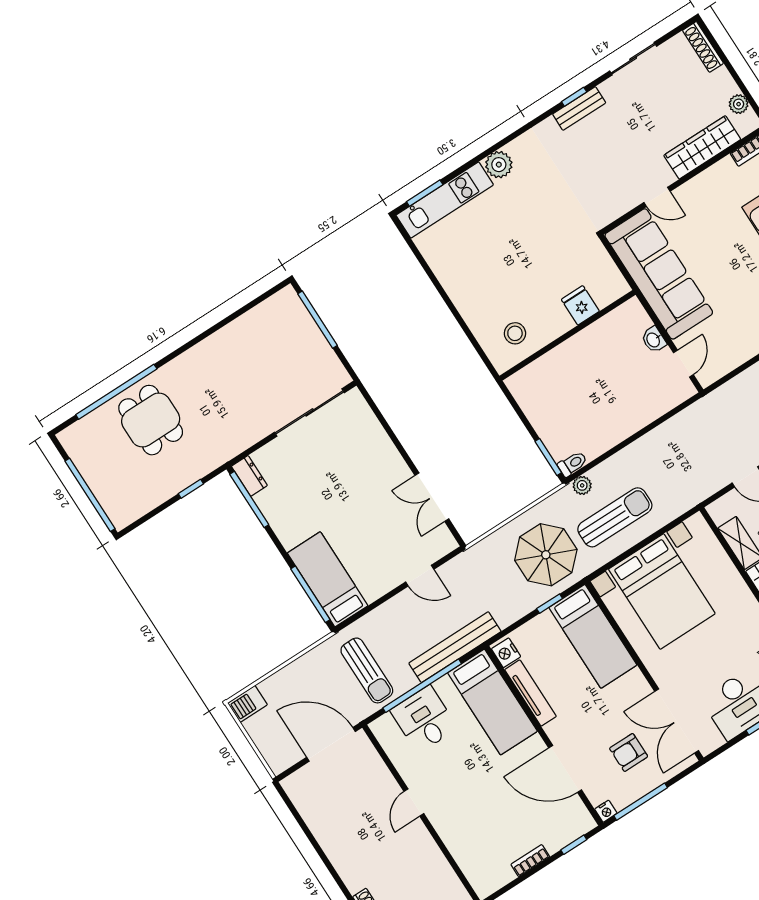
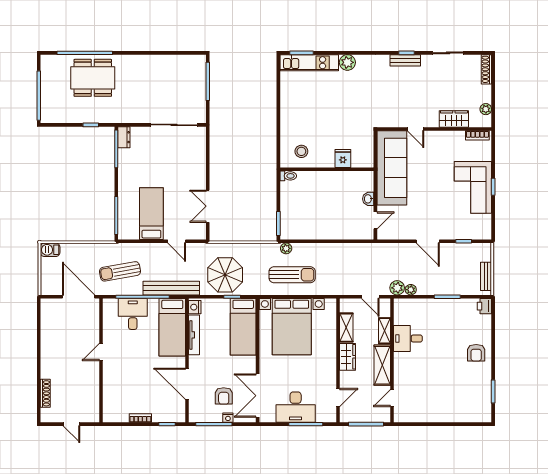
wardrobe: (702, 147) -> (454, 119), width x0.67
dining table: (151, 420) -> (93, 78), width x1.38
toilet: (572, 464) -> (288, 176), moved
parasol: (546, 555) -> (225, 275), moved
bed: (328, 579) -> (151, 214), moved
sun lounger: (367, 670) -> (120, 271), turned 80
armchair: (629, 752) -> (224, 396), turned -90
nightstand: (606, 811) -> (228, 418), moved

